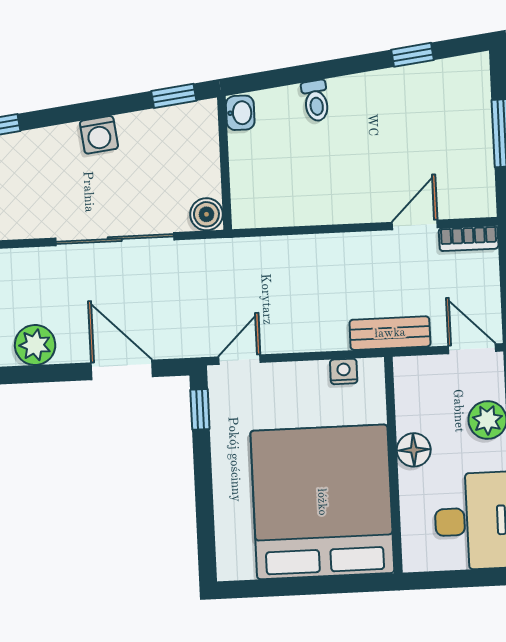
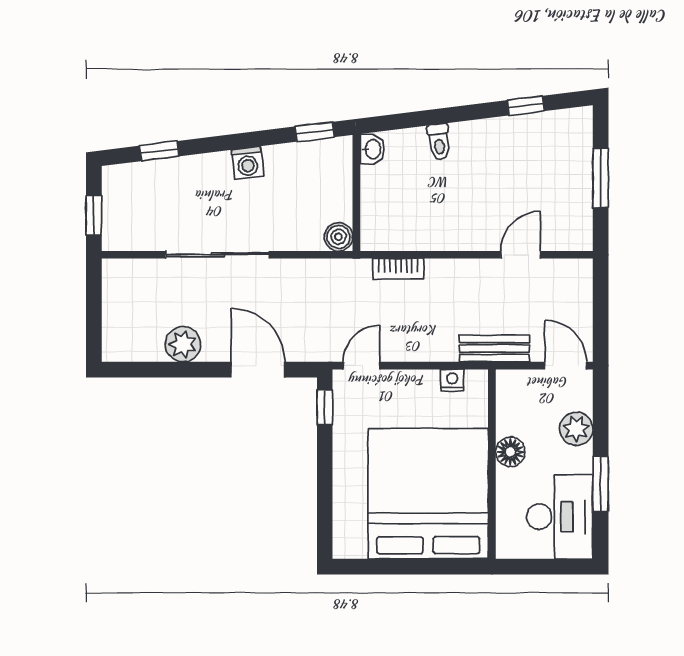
bookcase: (469, 238) -> (398, 269), moved
sliding door: (115, 239) -> (218, 255), moved

